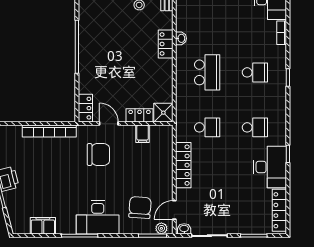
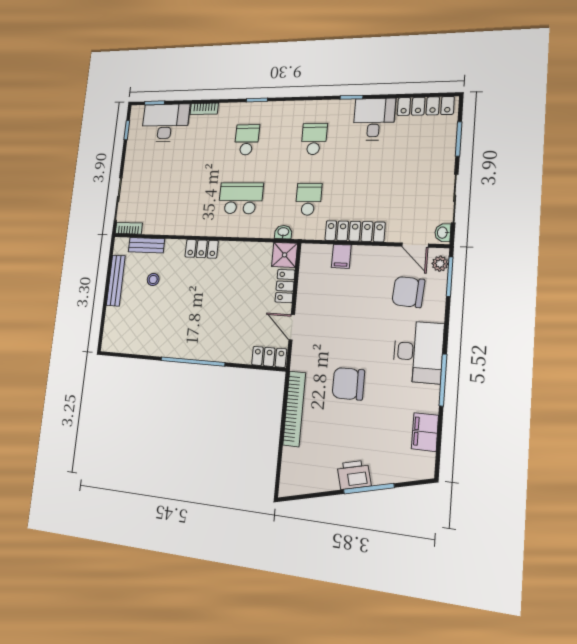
washbasin: (181, 38) -> (283, 232), moved
door: (109, 124) -> (292, 327), hinge flipped
filing cabinet: (143, 134) -> (341, 256), moved, turned 90
chair: (98, 154) -> (348, 384), moved, turned -90
desk: (270, 167) -> (374, 119), width x0.73

